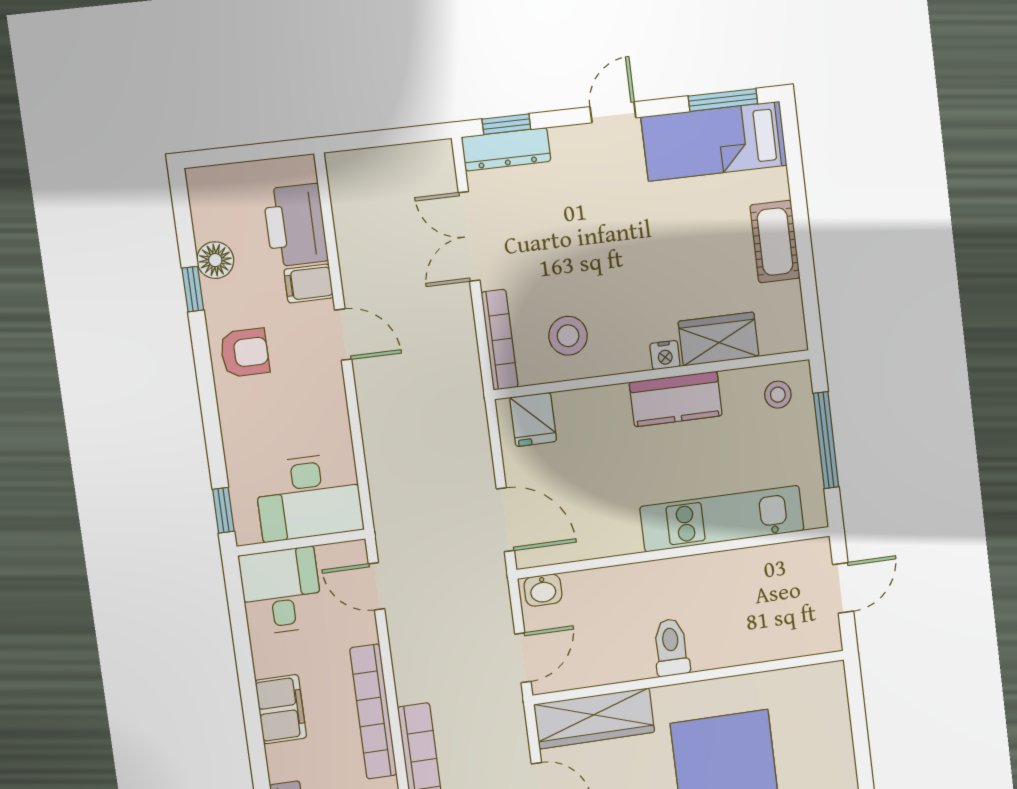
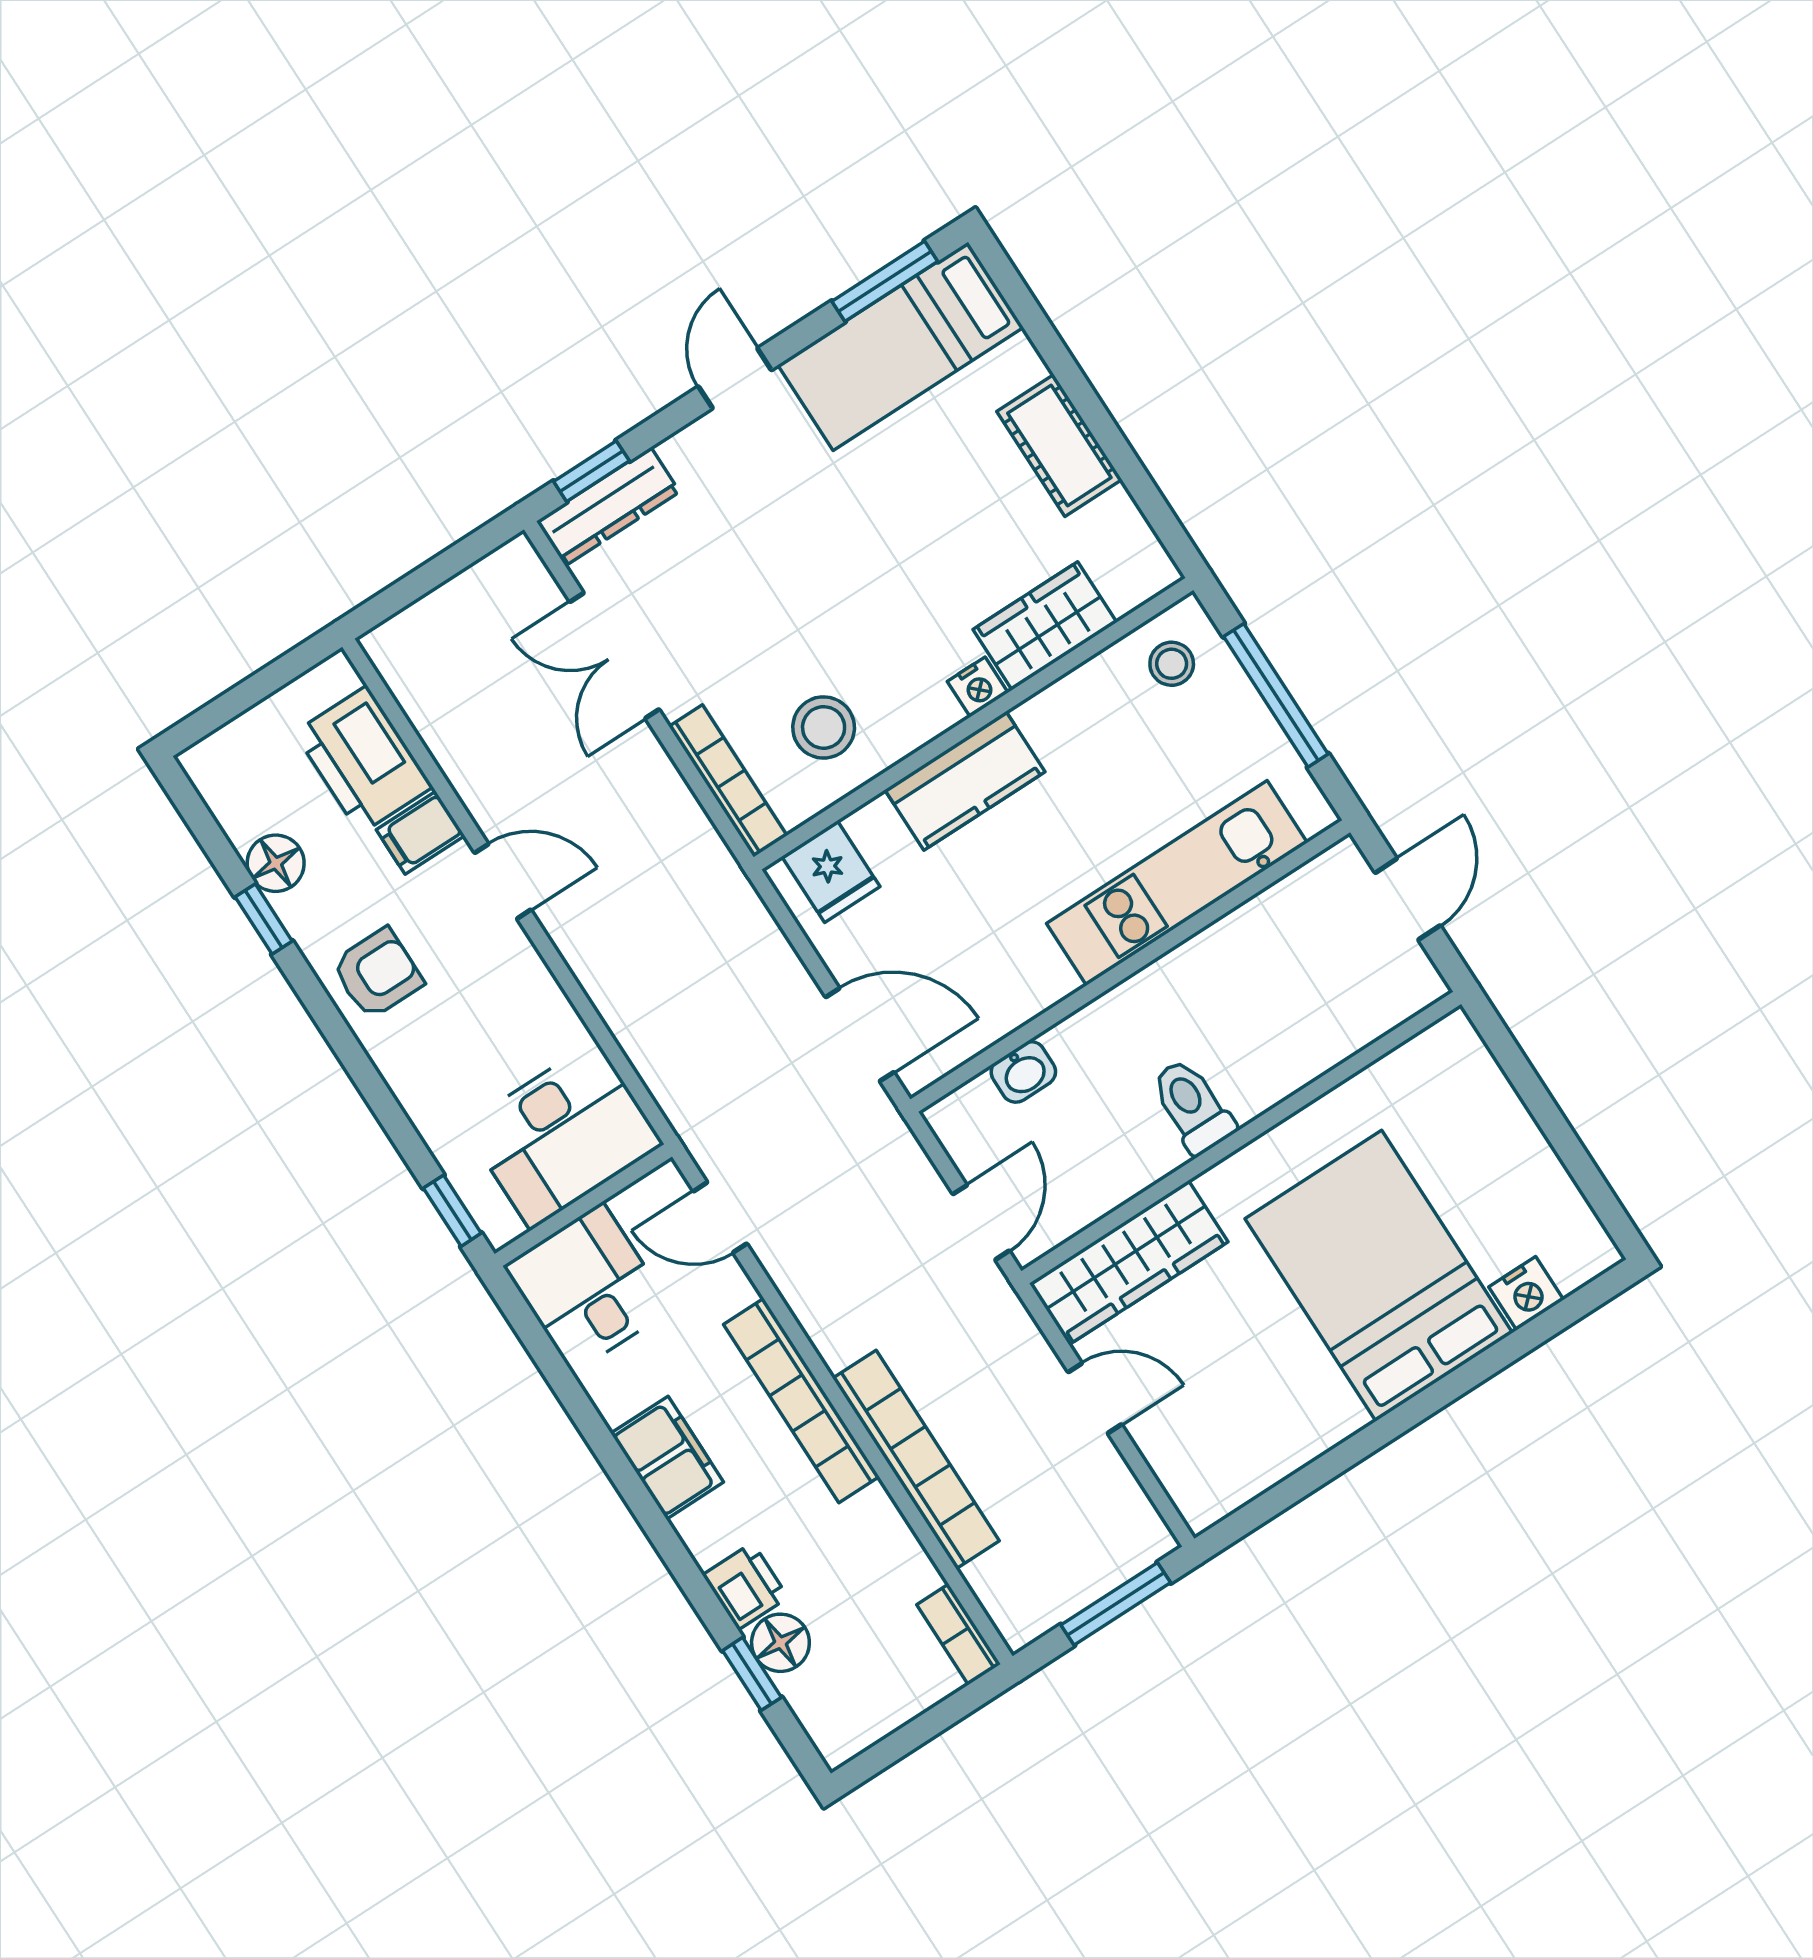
kitchen counter: (676, 399) -> (965, 781), moved
washbasin: (543, 590) -> (1023, 1072), moved

